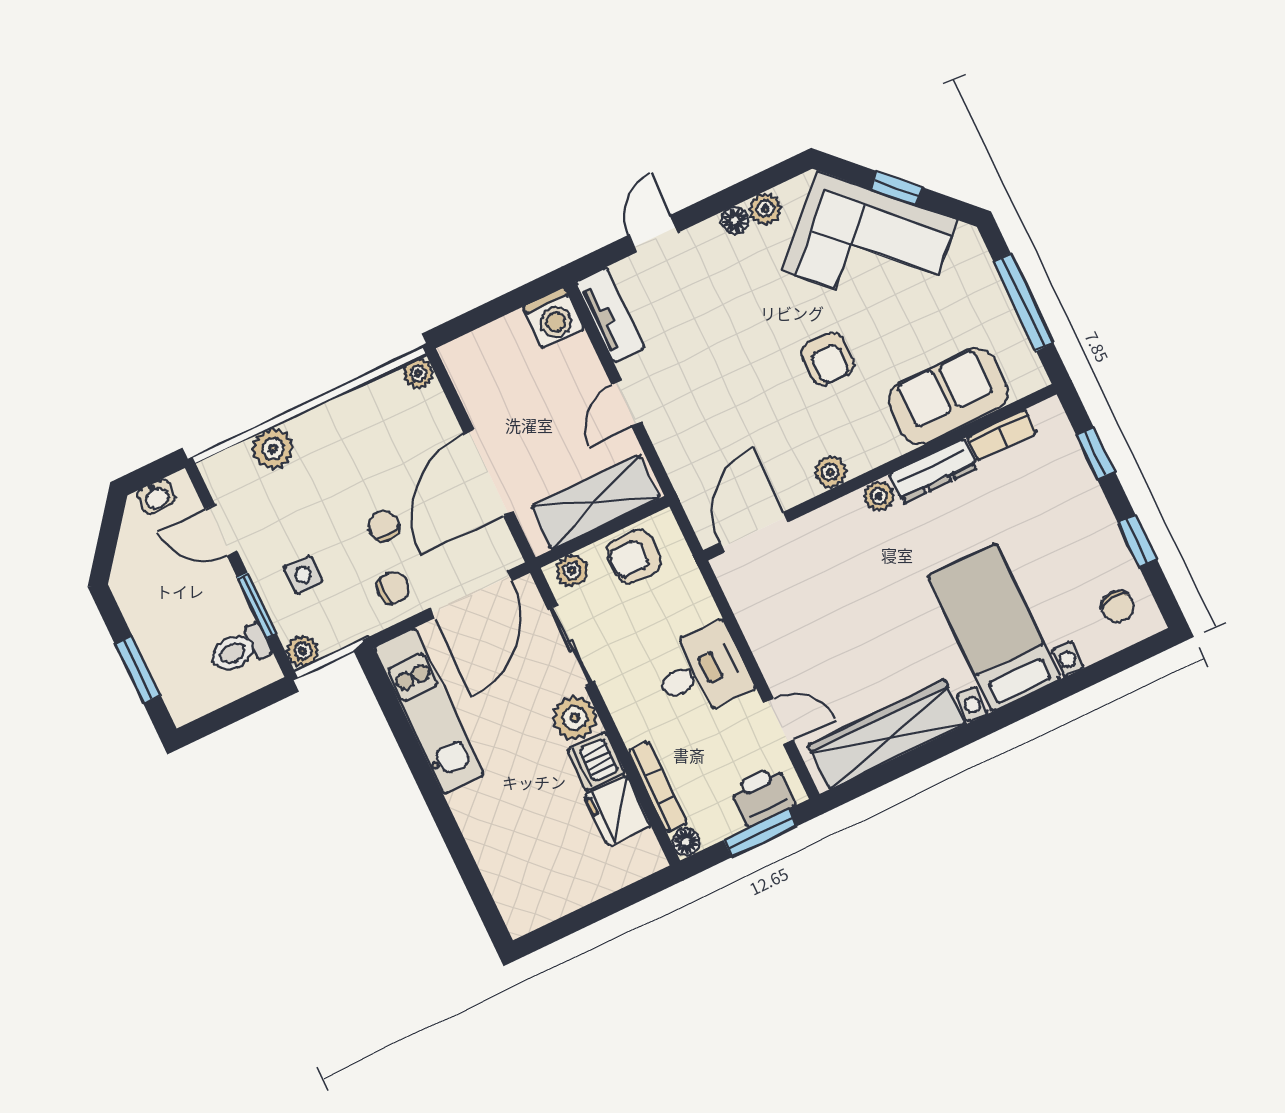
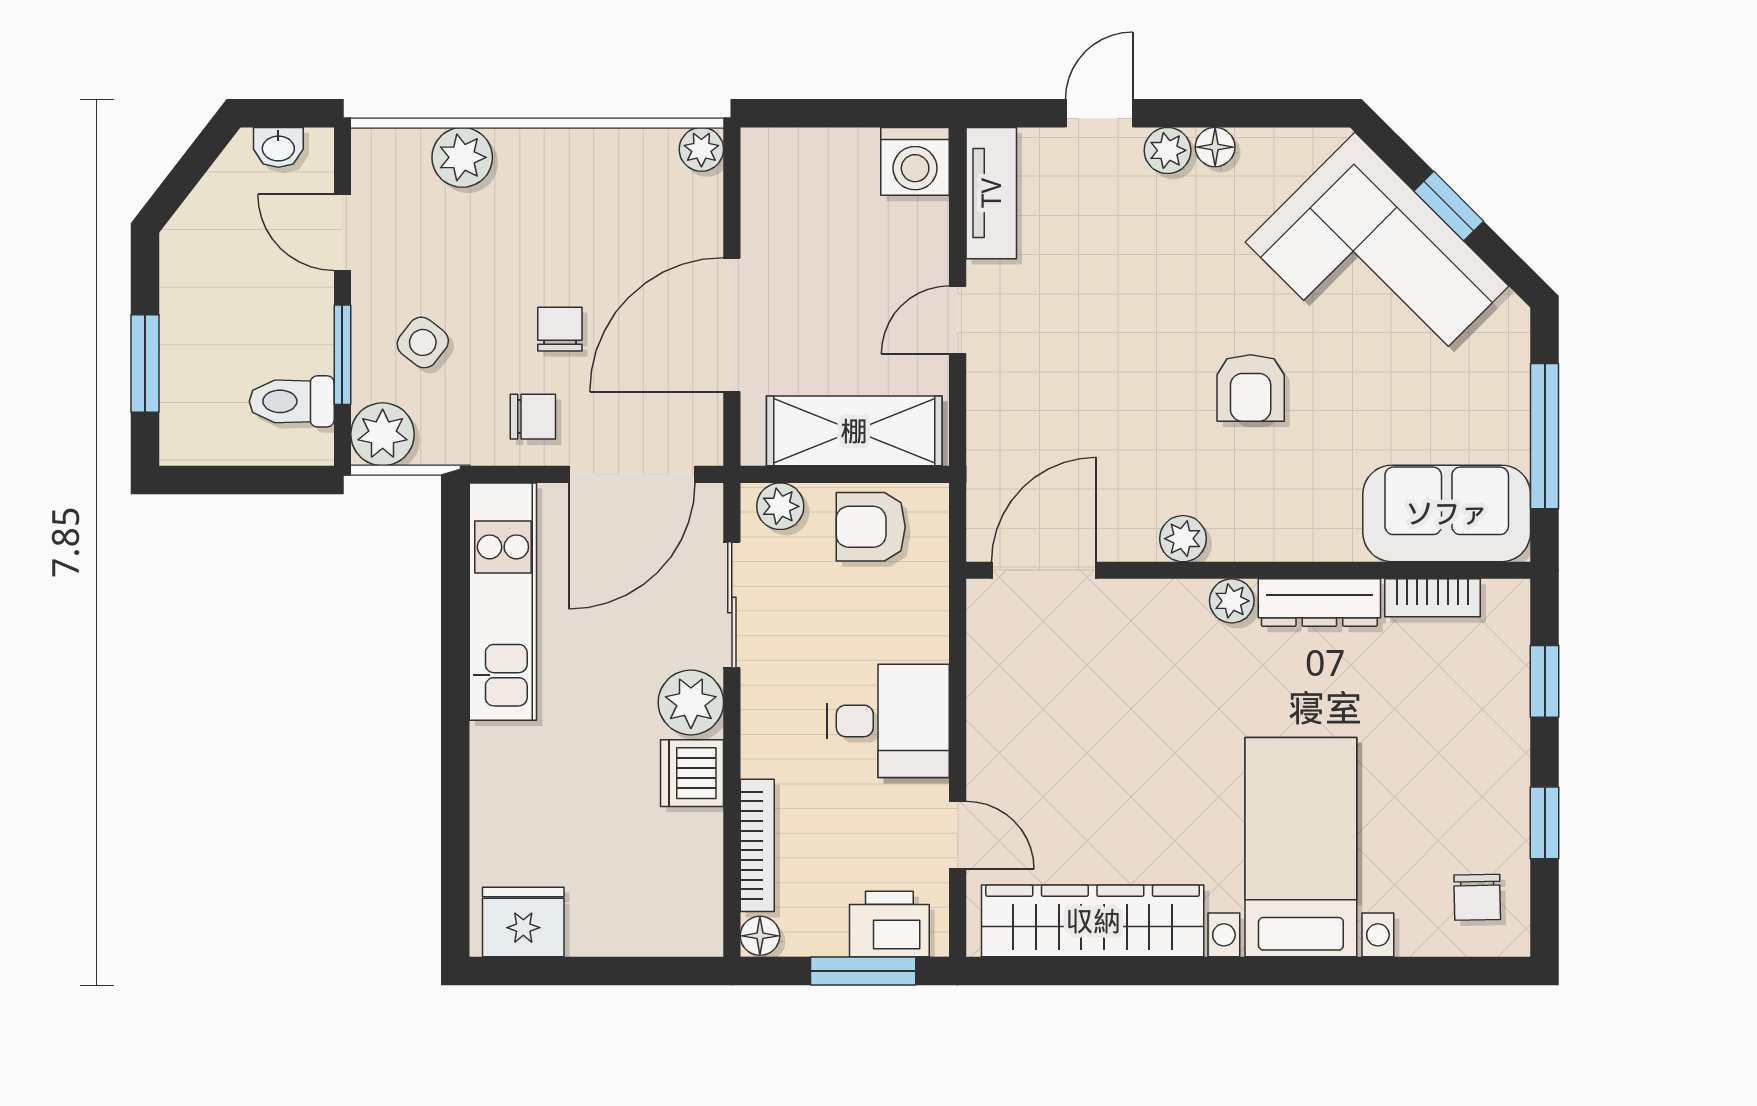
plant: (765, 209) -> (1168, 150), moved
sofa: (948, 396) -> (1447, 513), moved
side table: (303, 575) -> (423, 342), turned 38
plant: (302, 651) -> (383, 434), width x1.38, depth x1.38
fridge: (617, 811) -> (523, 922), moved, turned 90

